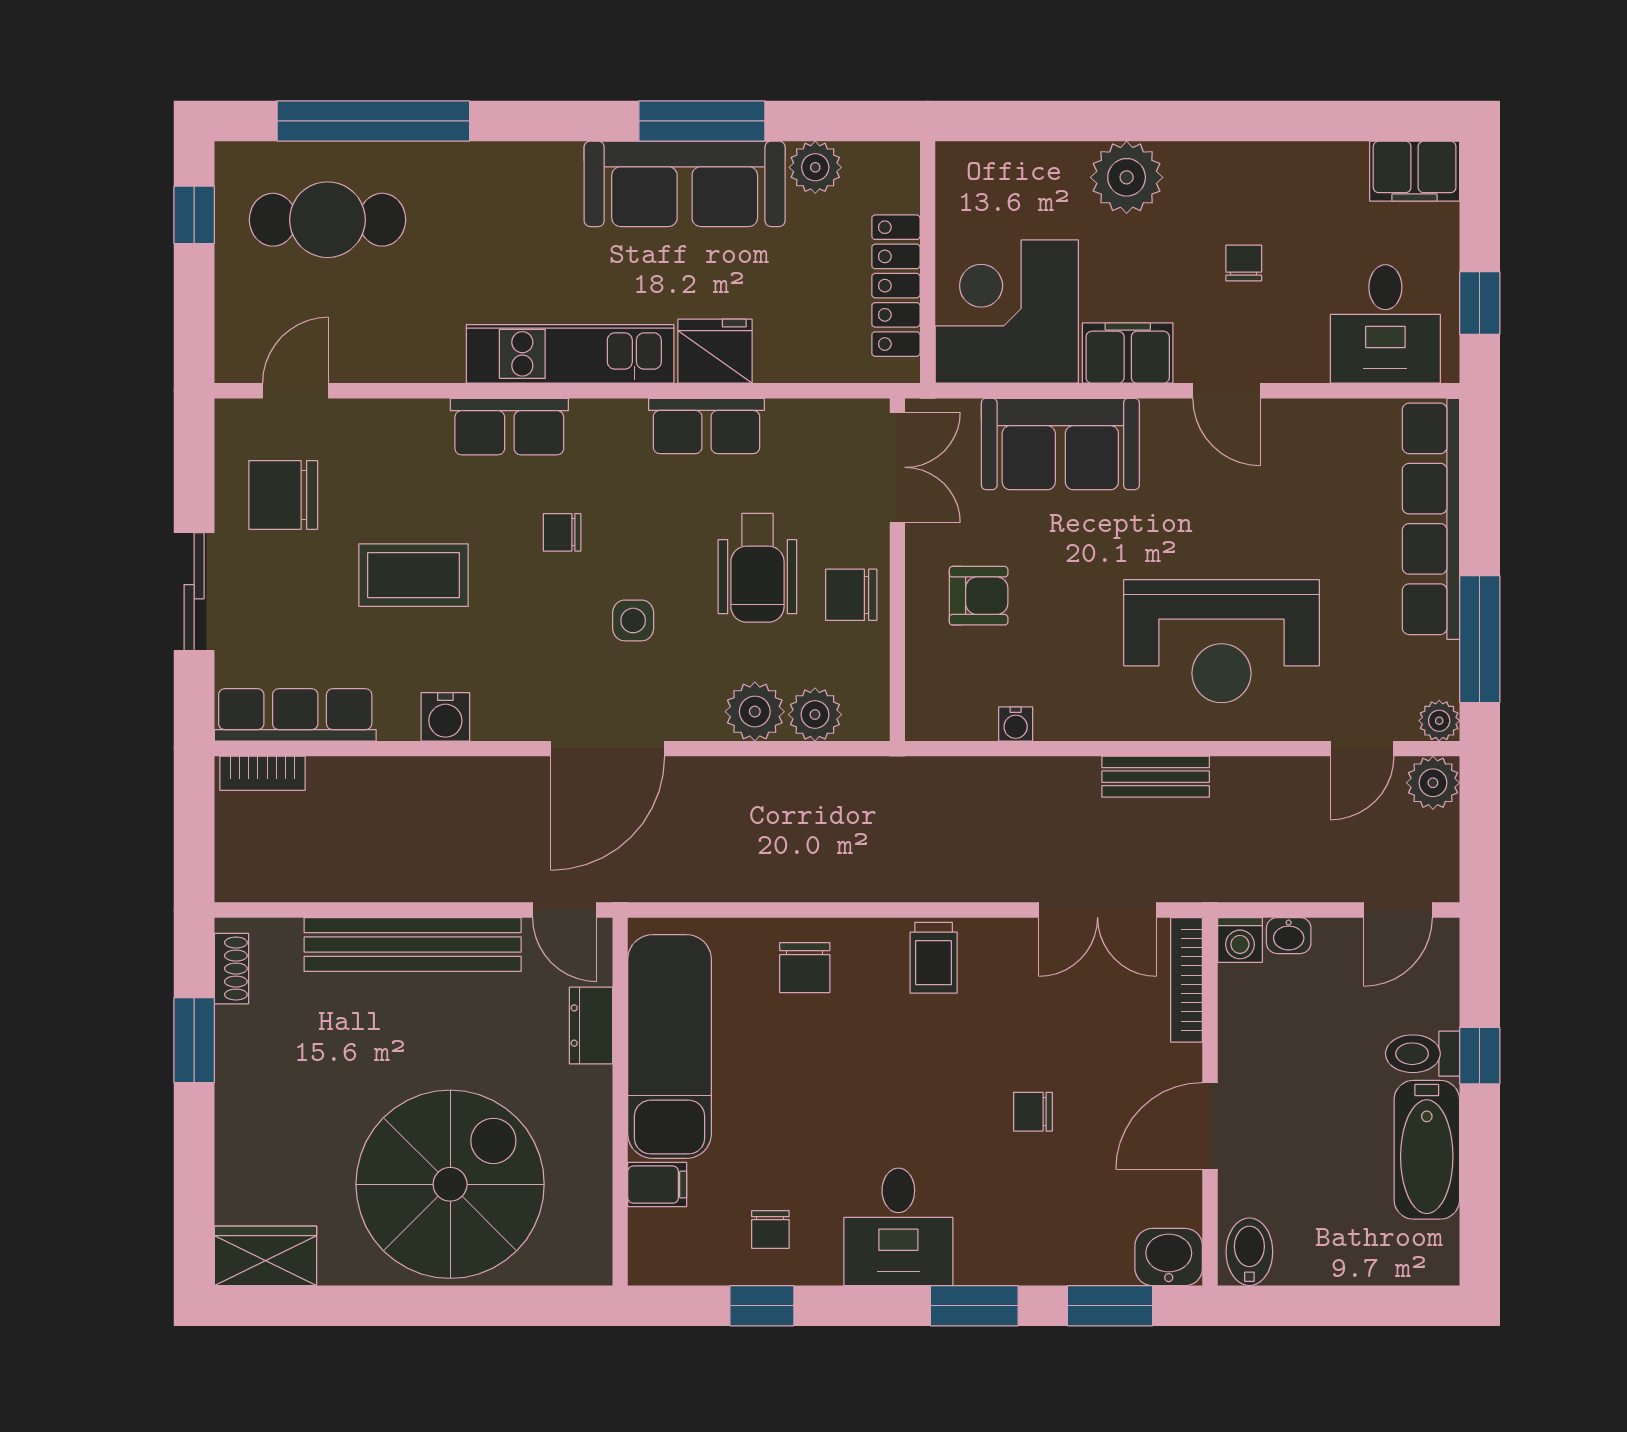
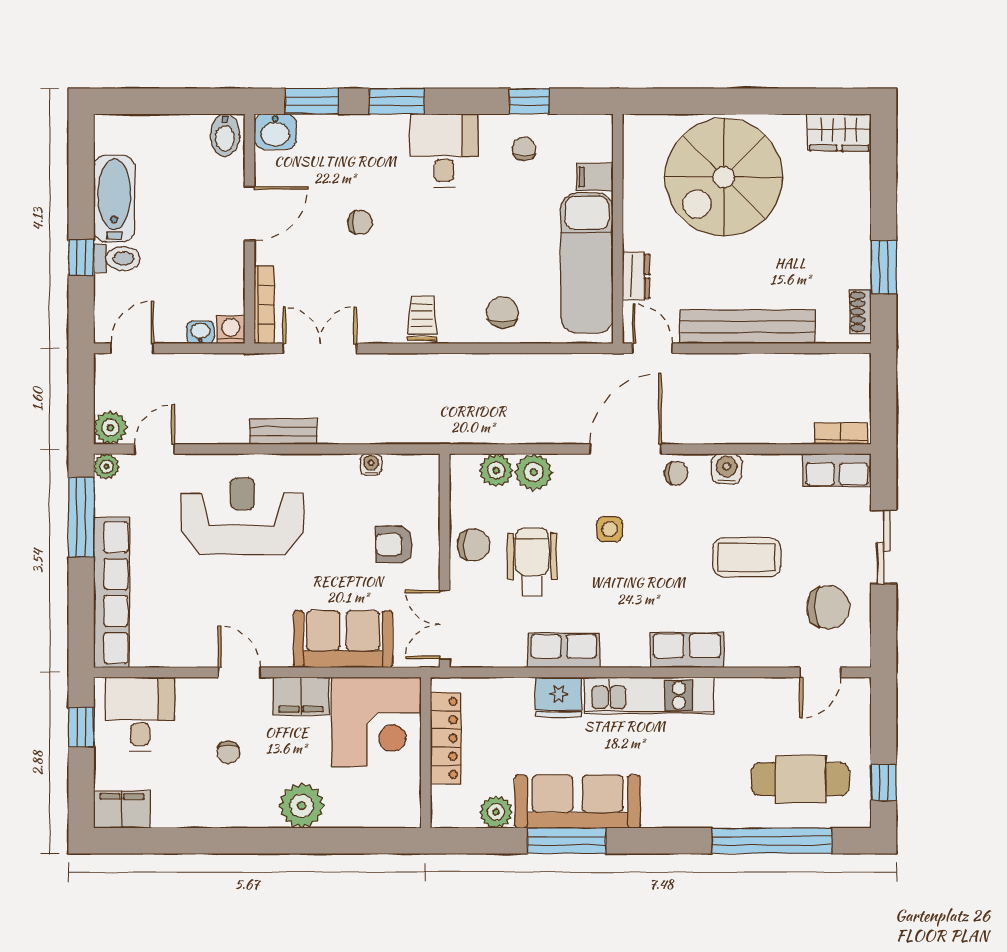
chair: (562, 532) -> (676, 473), moved
row of seats: (295, 715) -> (837, 470), width x0.68

